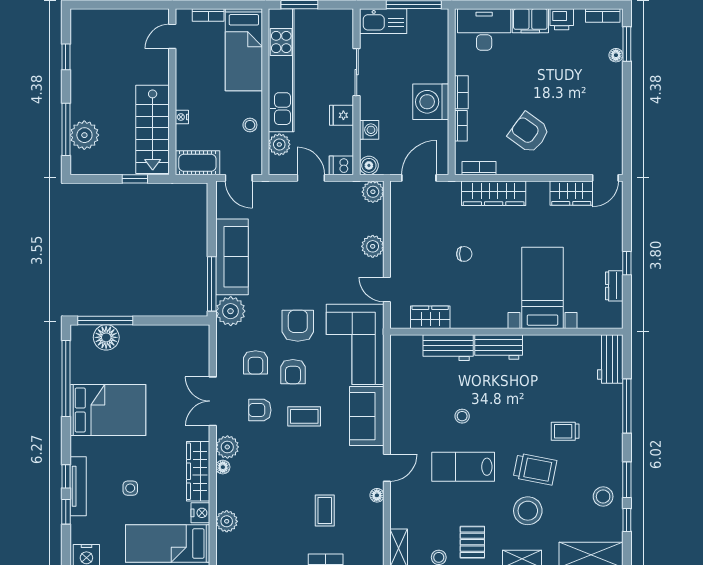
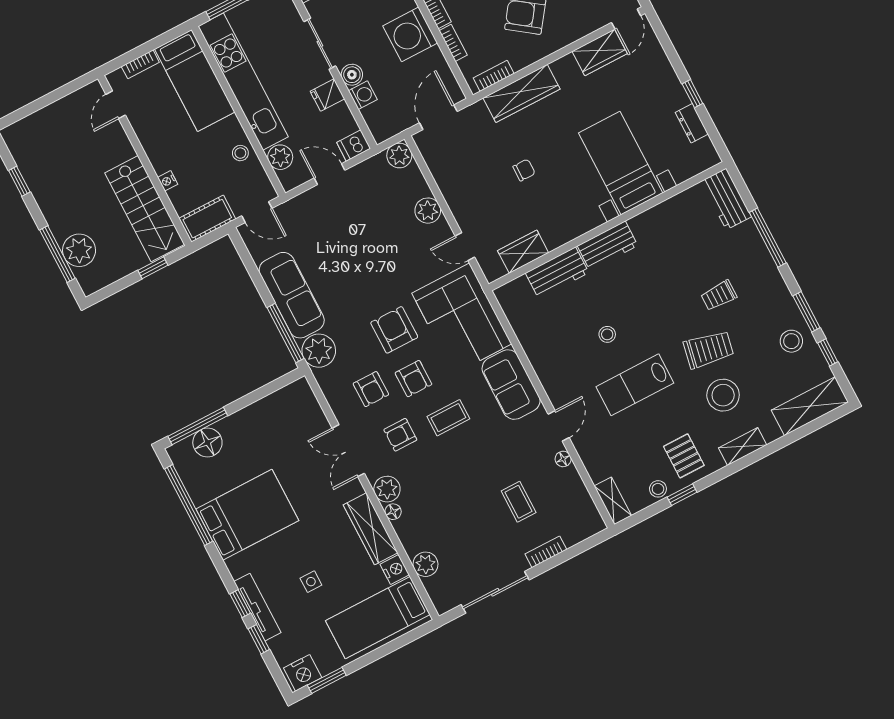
boiler: (369, 165) -> (352, 75), moved

